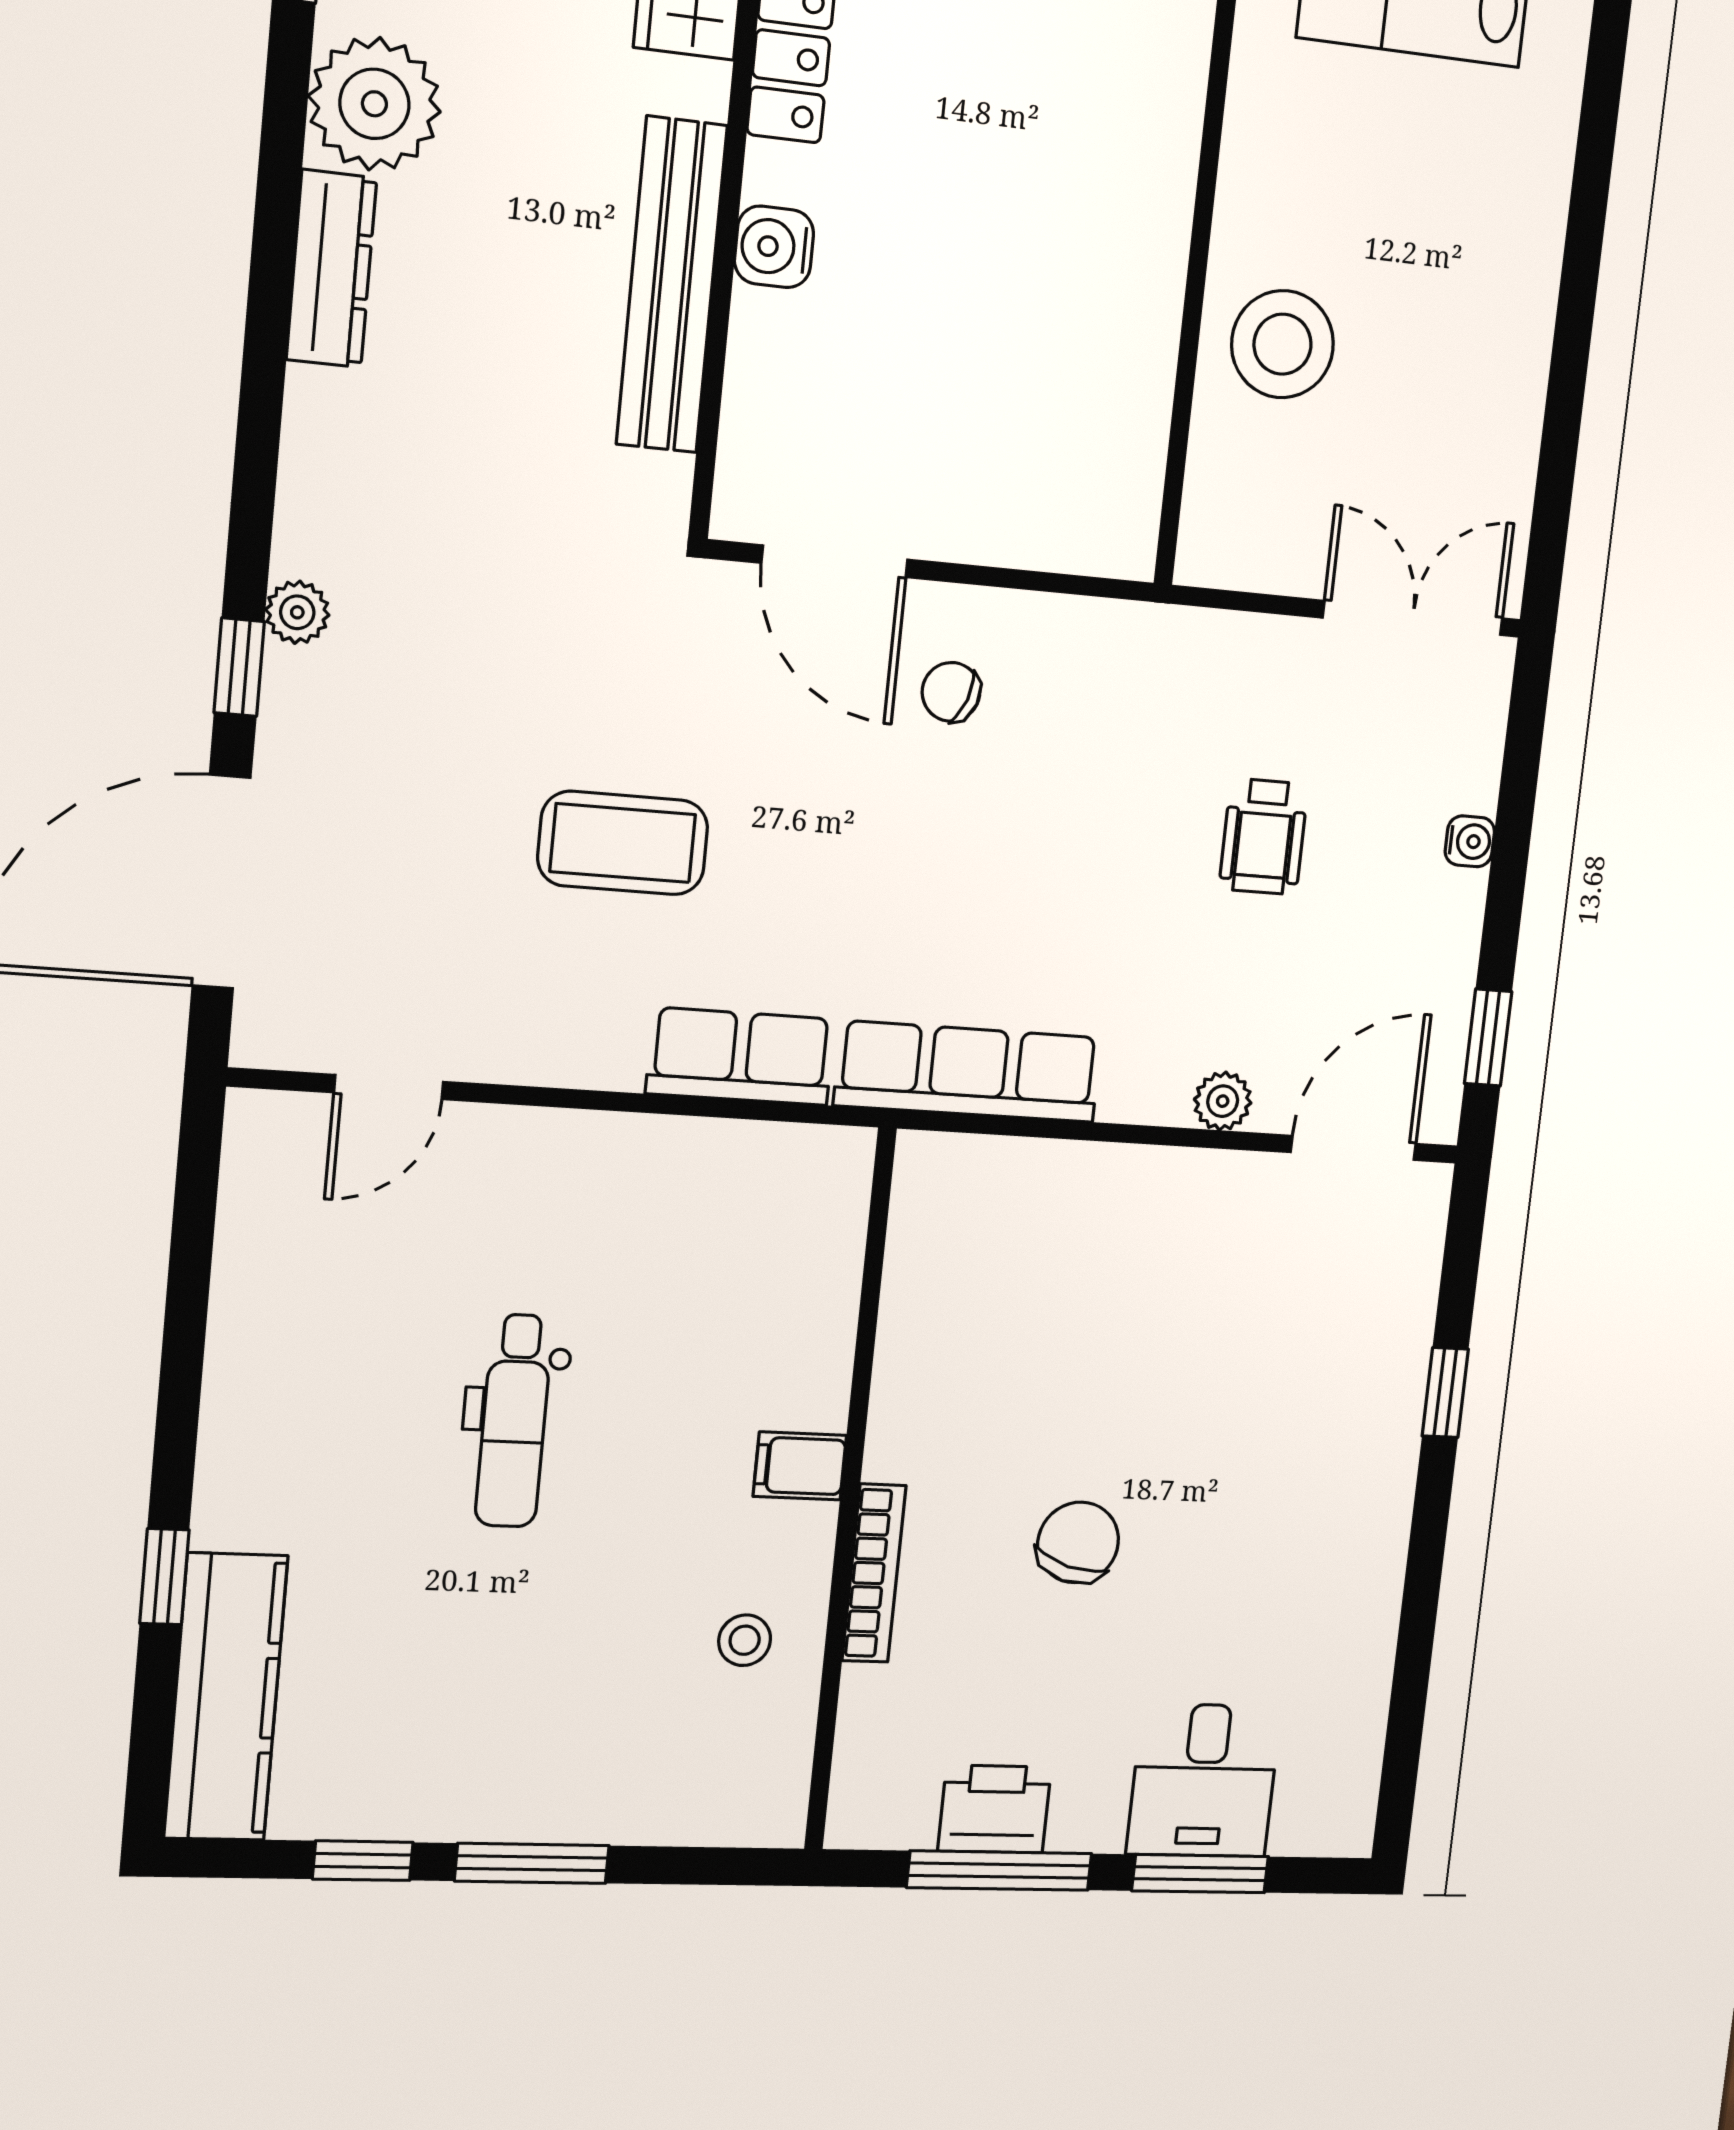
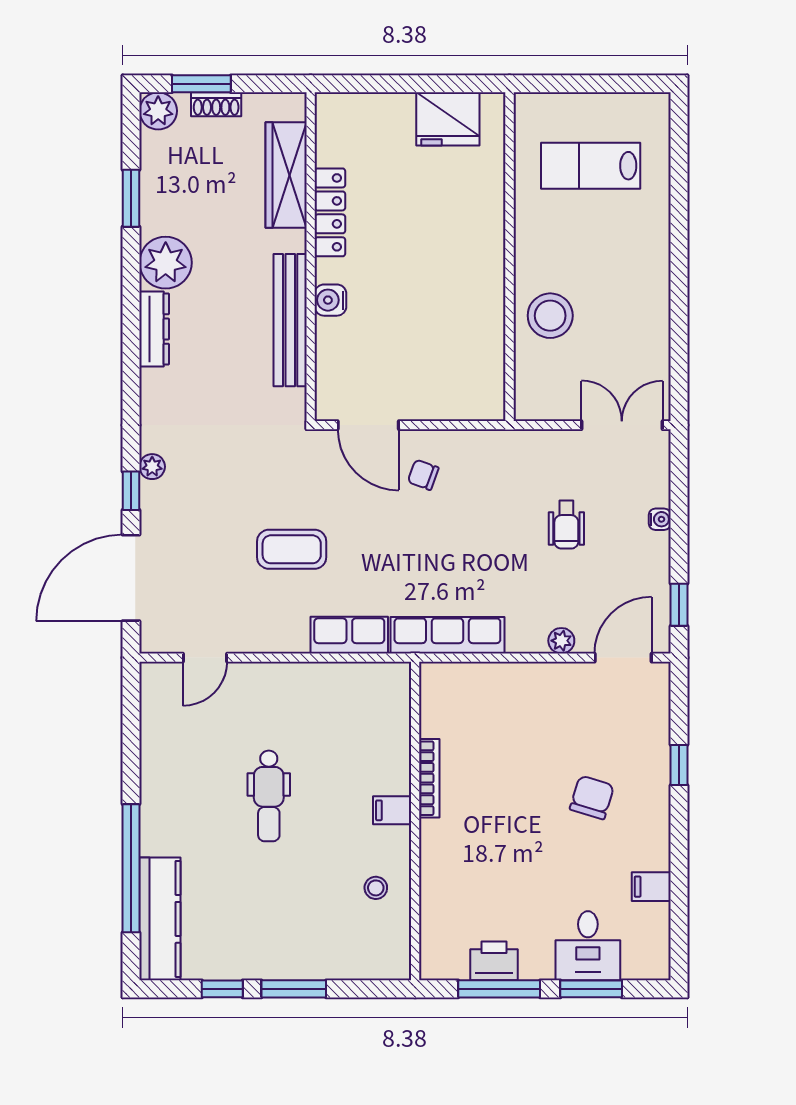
chair: (1078, 1542) -> (592, 797), moved
bookcase: (874, 1573) -> (429, 778), moved
window: (164, 1577) -> (131, 868), width x3.17
filing cabinet: (1354, 1656) -> (651, 887), added

